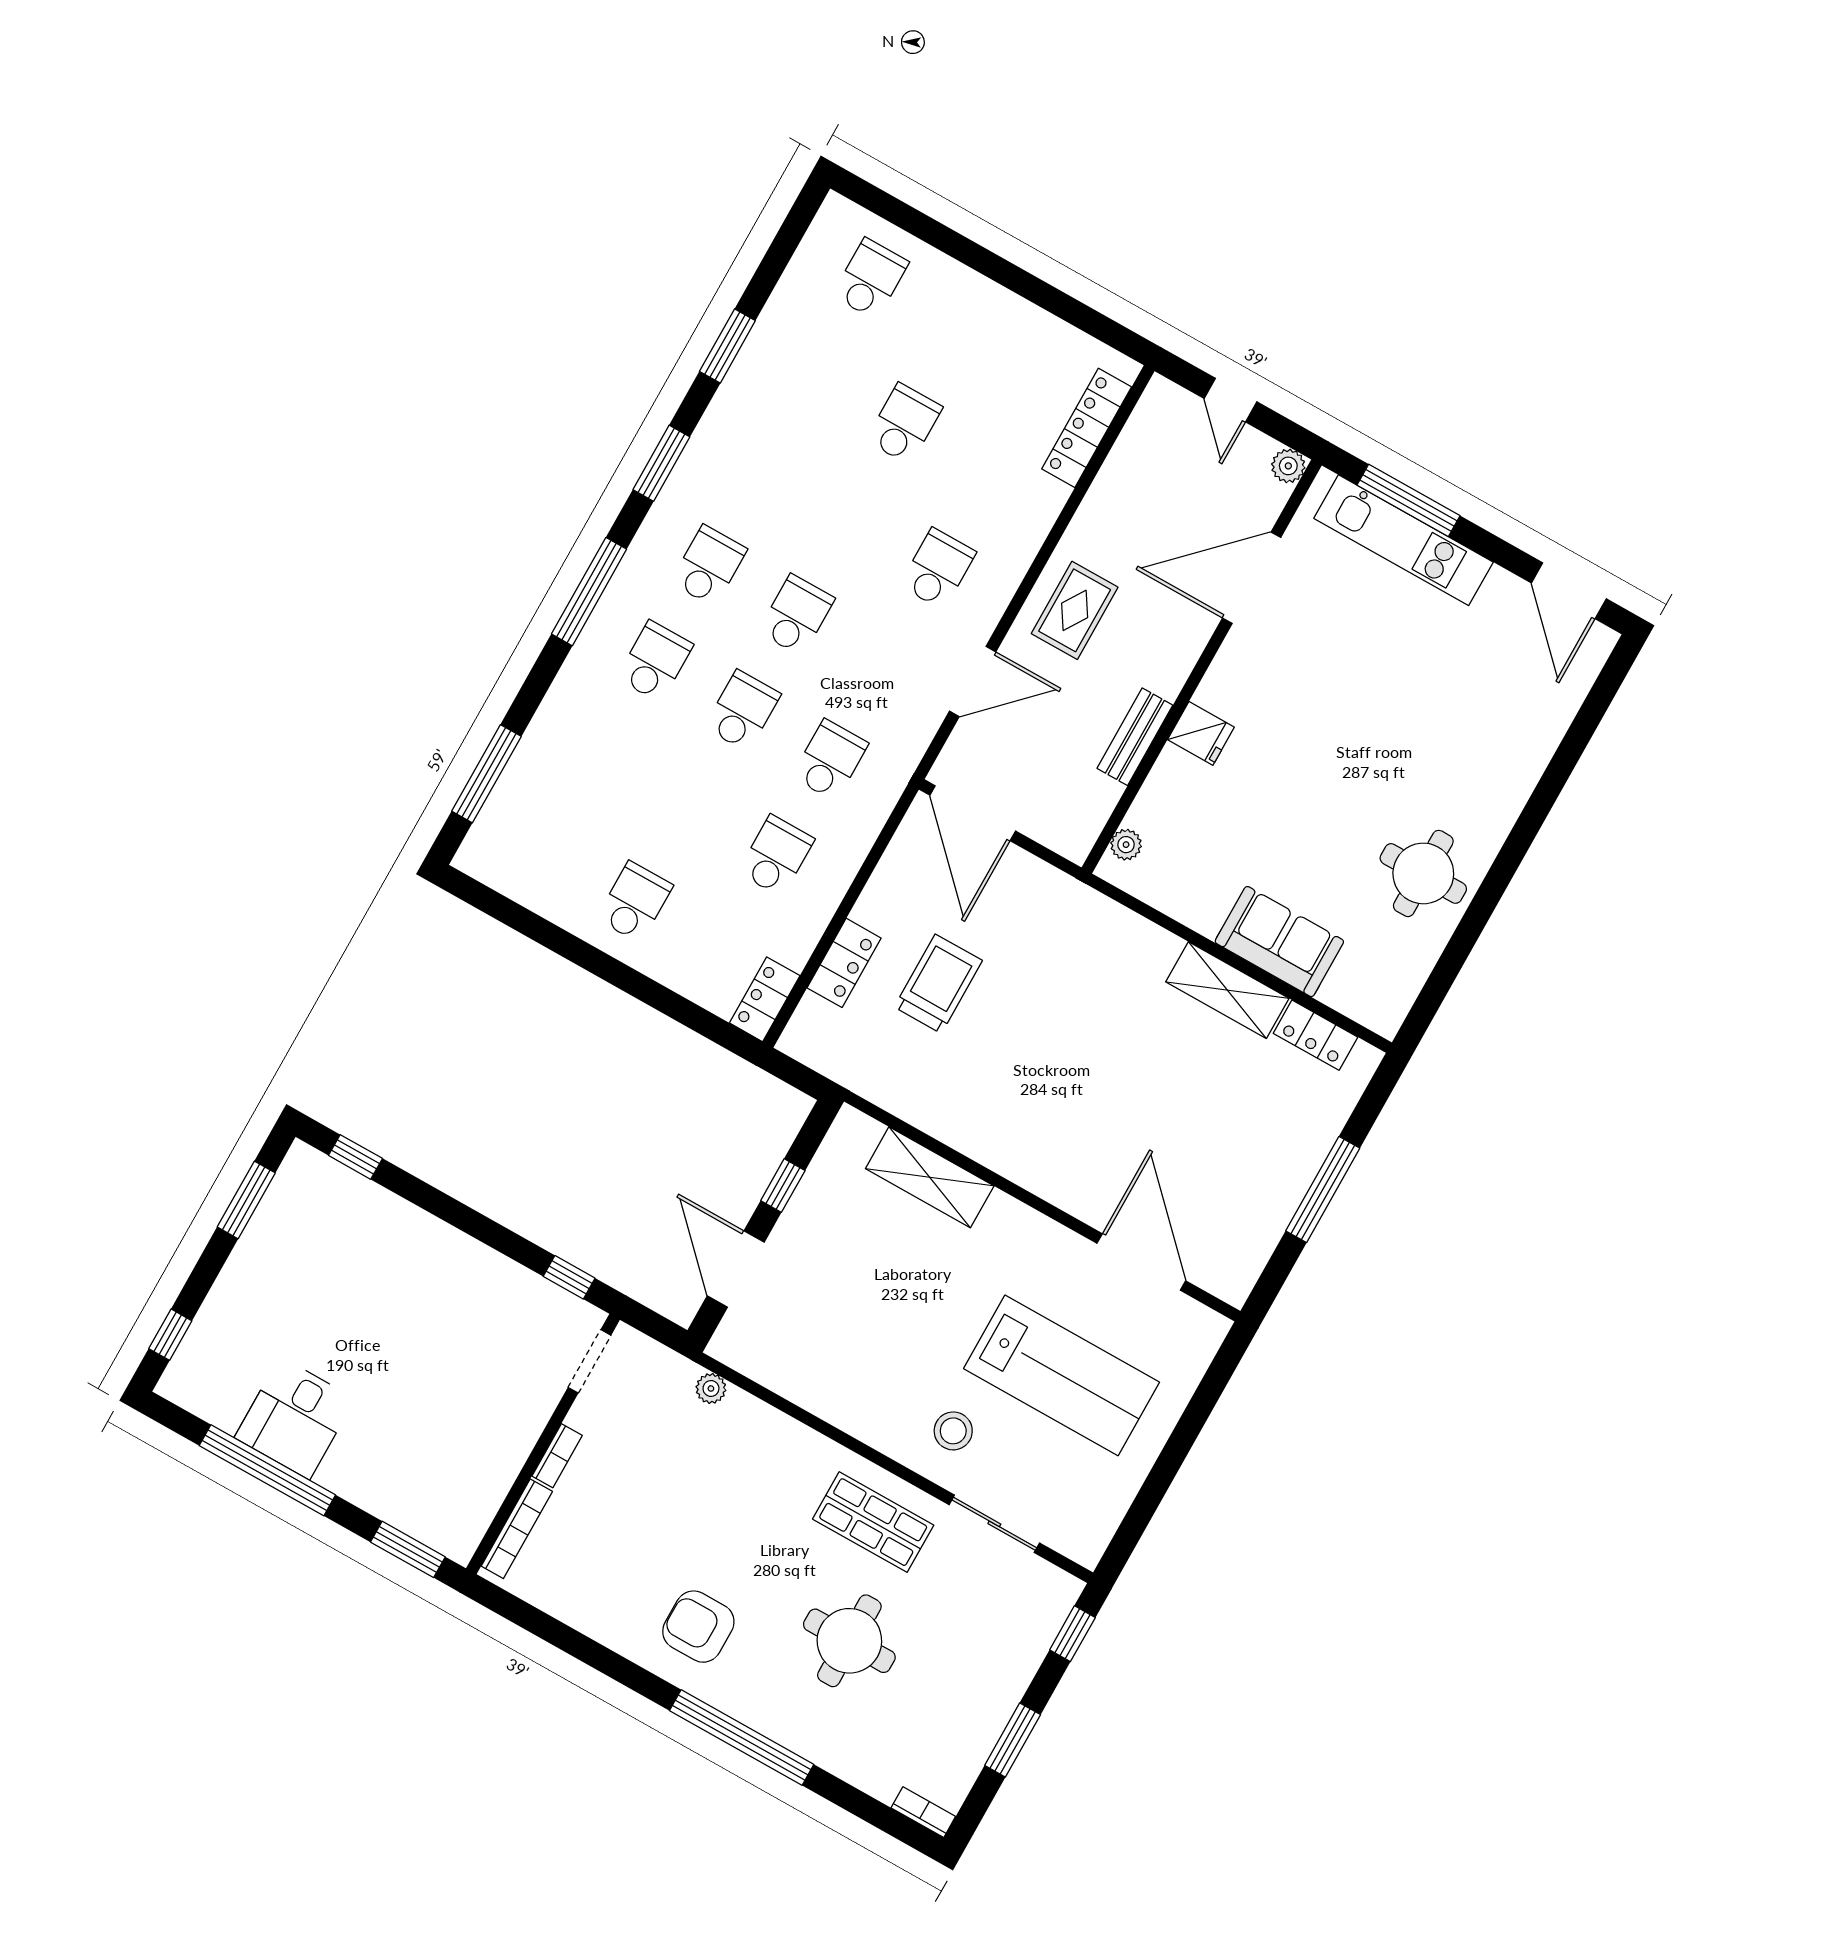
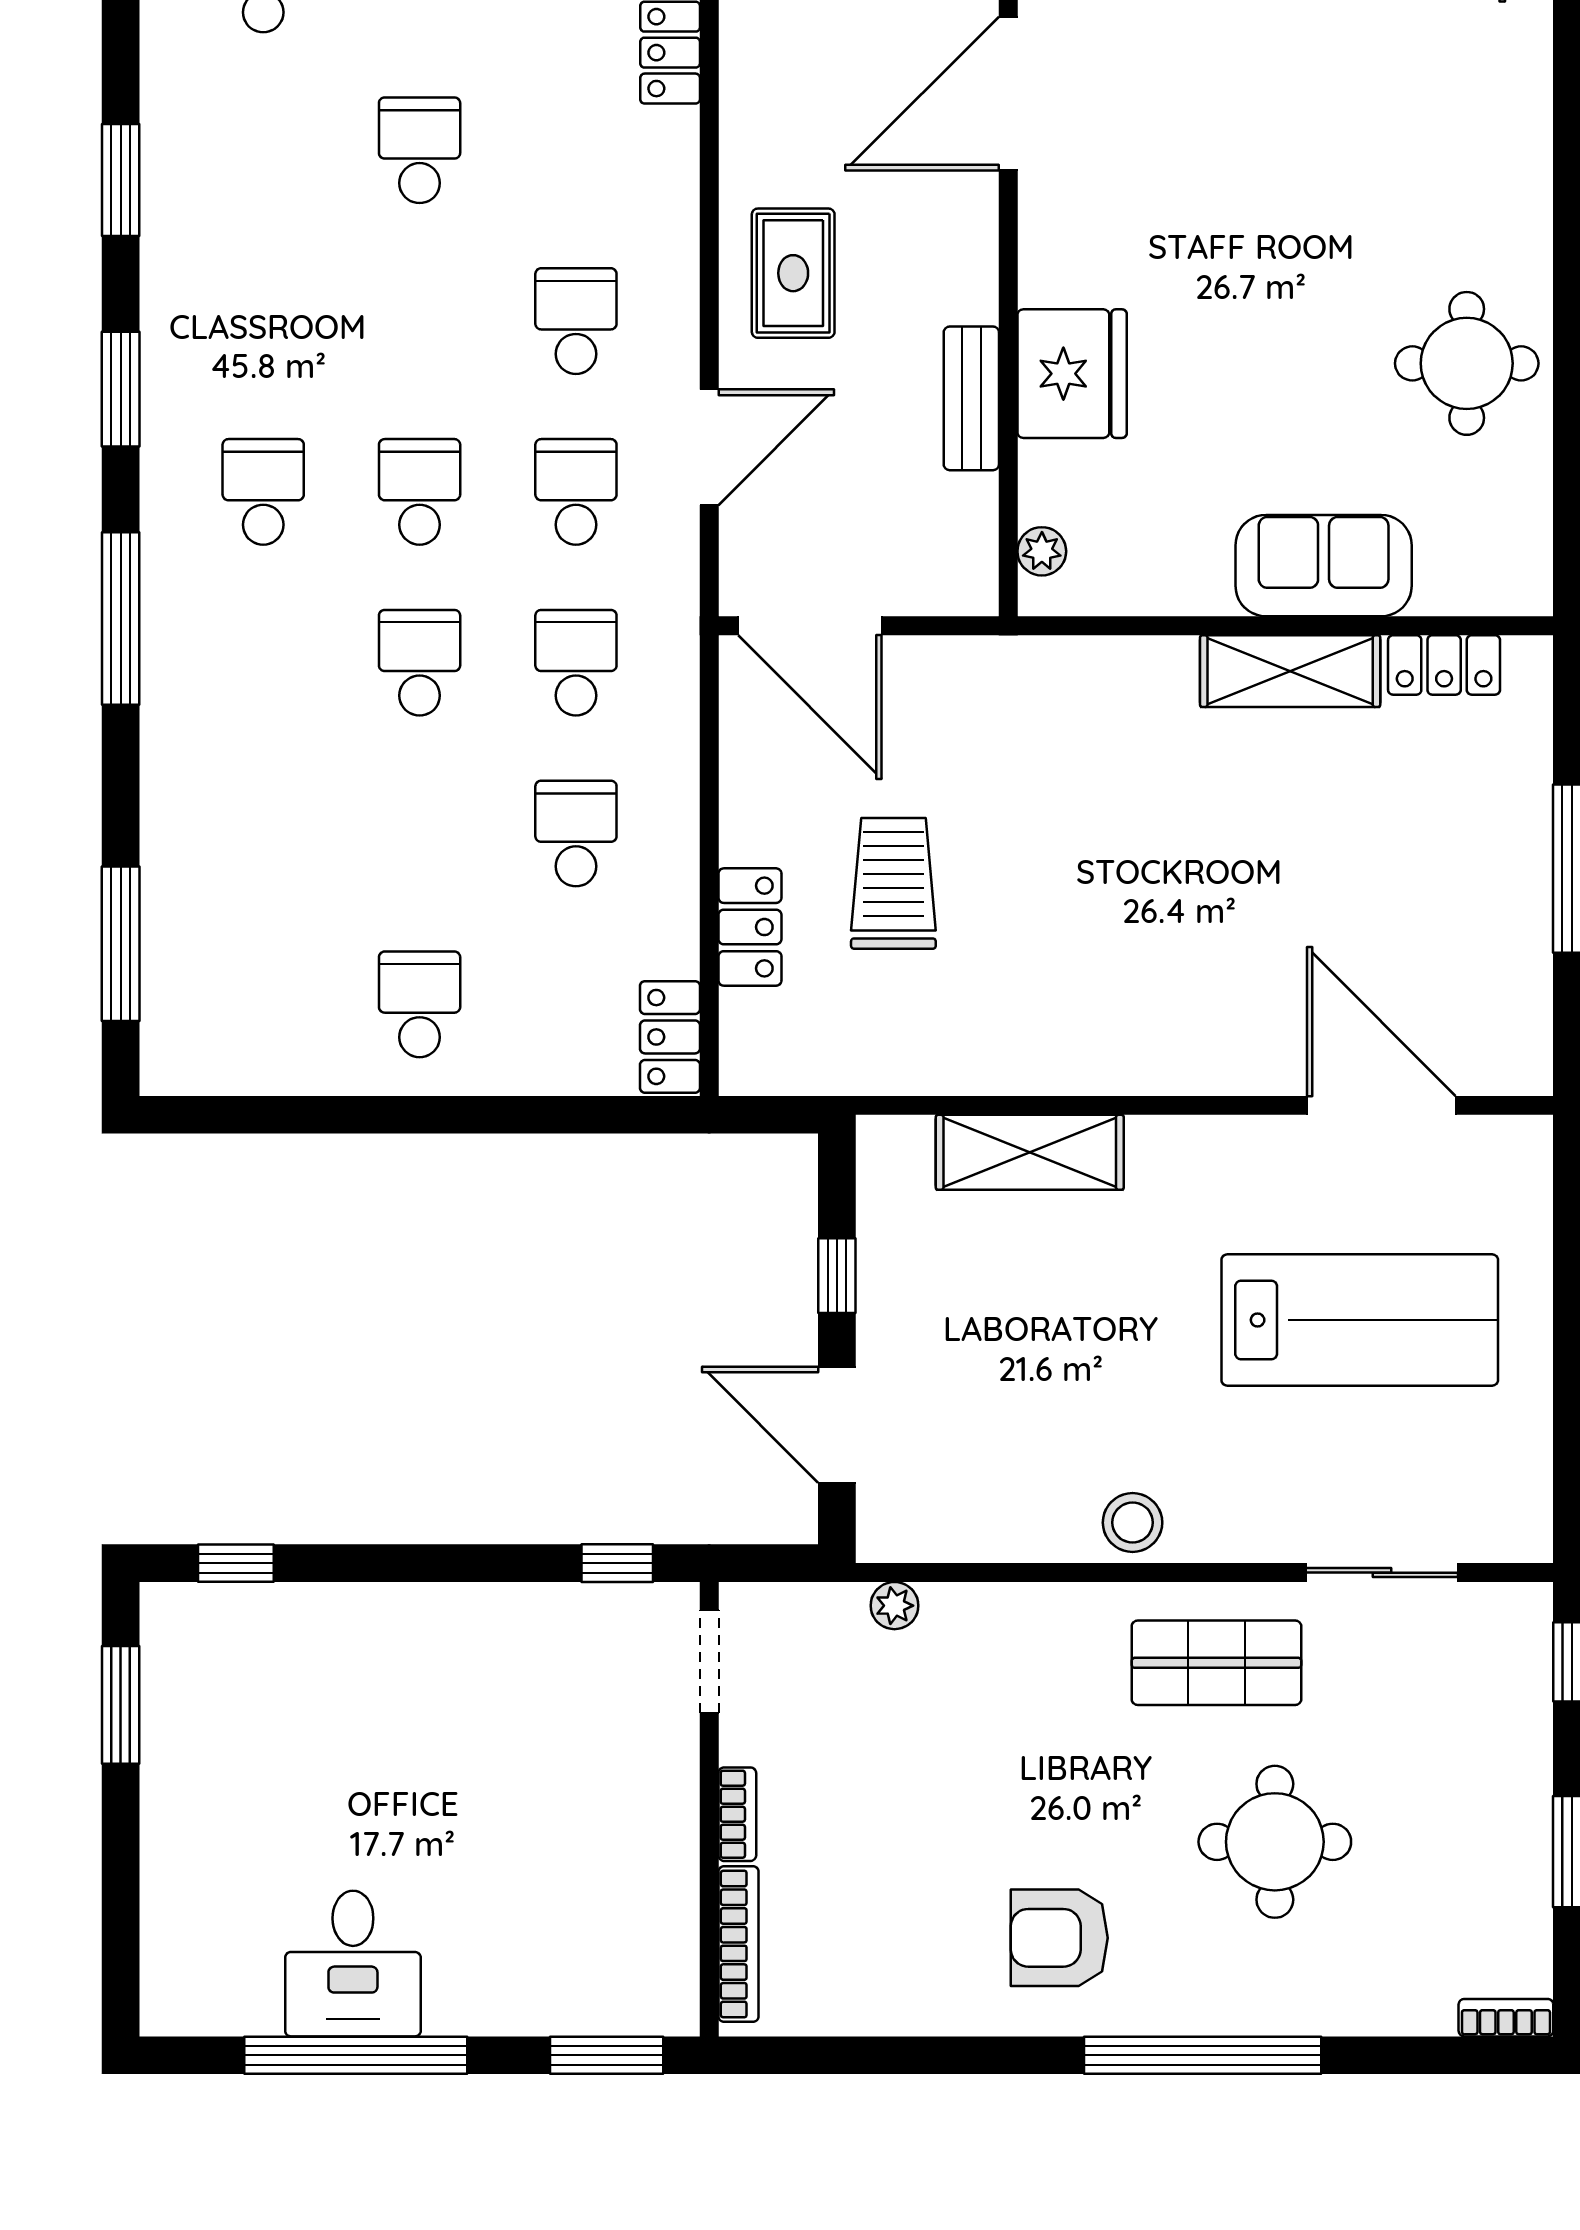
school desk: (655, 661) -> (576, 492), moved
fridge: (1201, 733) -> (1072, 374), width x1.88, depth x1.34
window: (170, 1335) -> (121, 1946), removed
stool: (953, 1431) -> (1133, 1523), moved

